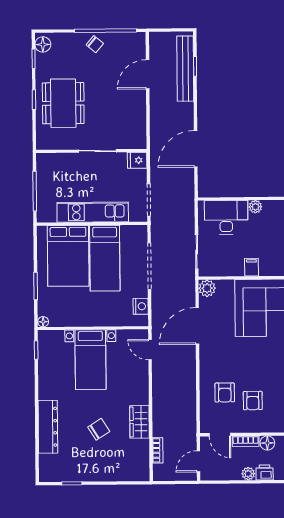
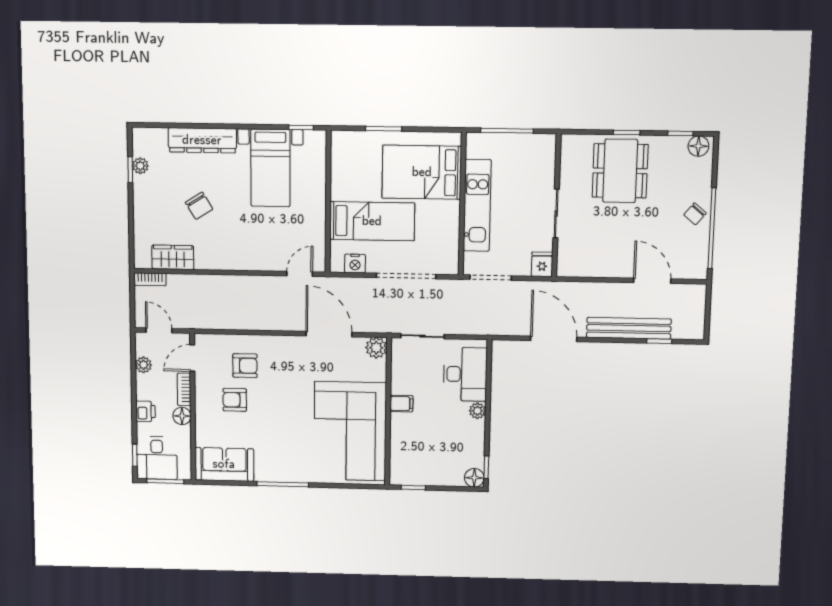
bench: (185, 69) -> (629, 328), moved
dining table: (63, 103) -> (620, 171), turned 90
bed: (105, 258) -> (372, 221), moved, turned 180
floor lamp: (43, 322) -> (337, 137), removed
bed with nightstands: (91, 360) -> (270, 168), moved, turned -90
armchair: (225, 392) -> (245, 366), turned 180
wardrobe: (140, 422) -> (173, 257), moved
bookcase: (158, 450) -> (150, 279), moved
plant: (248, 474) -> (143, 365), moved
plant: (69, 475) -> (140, 166), added

